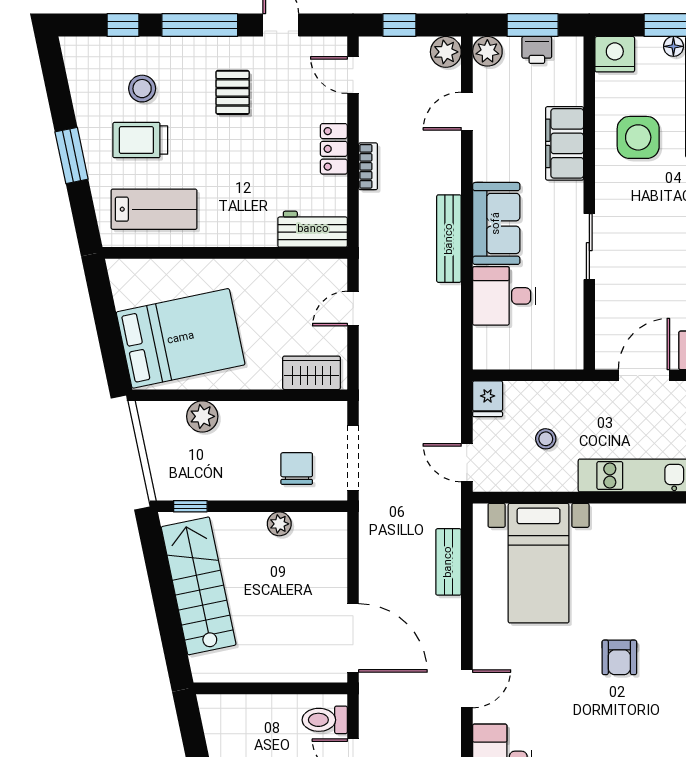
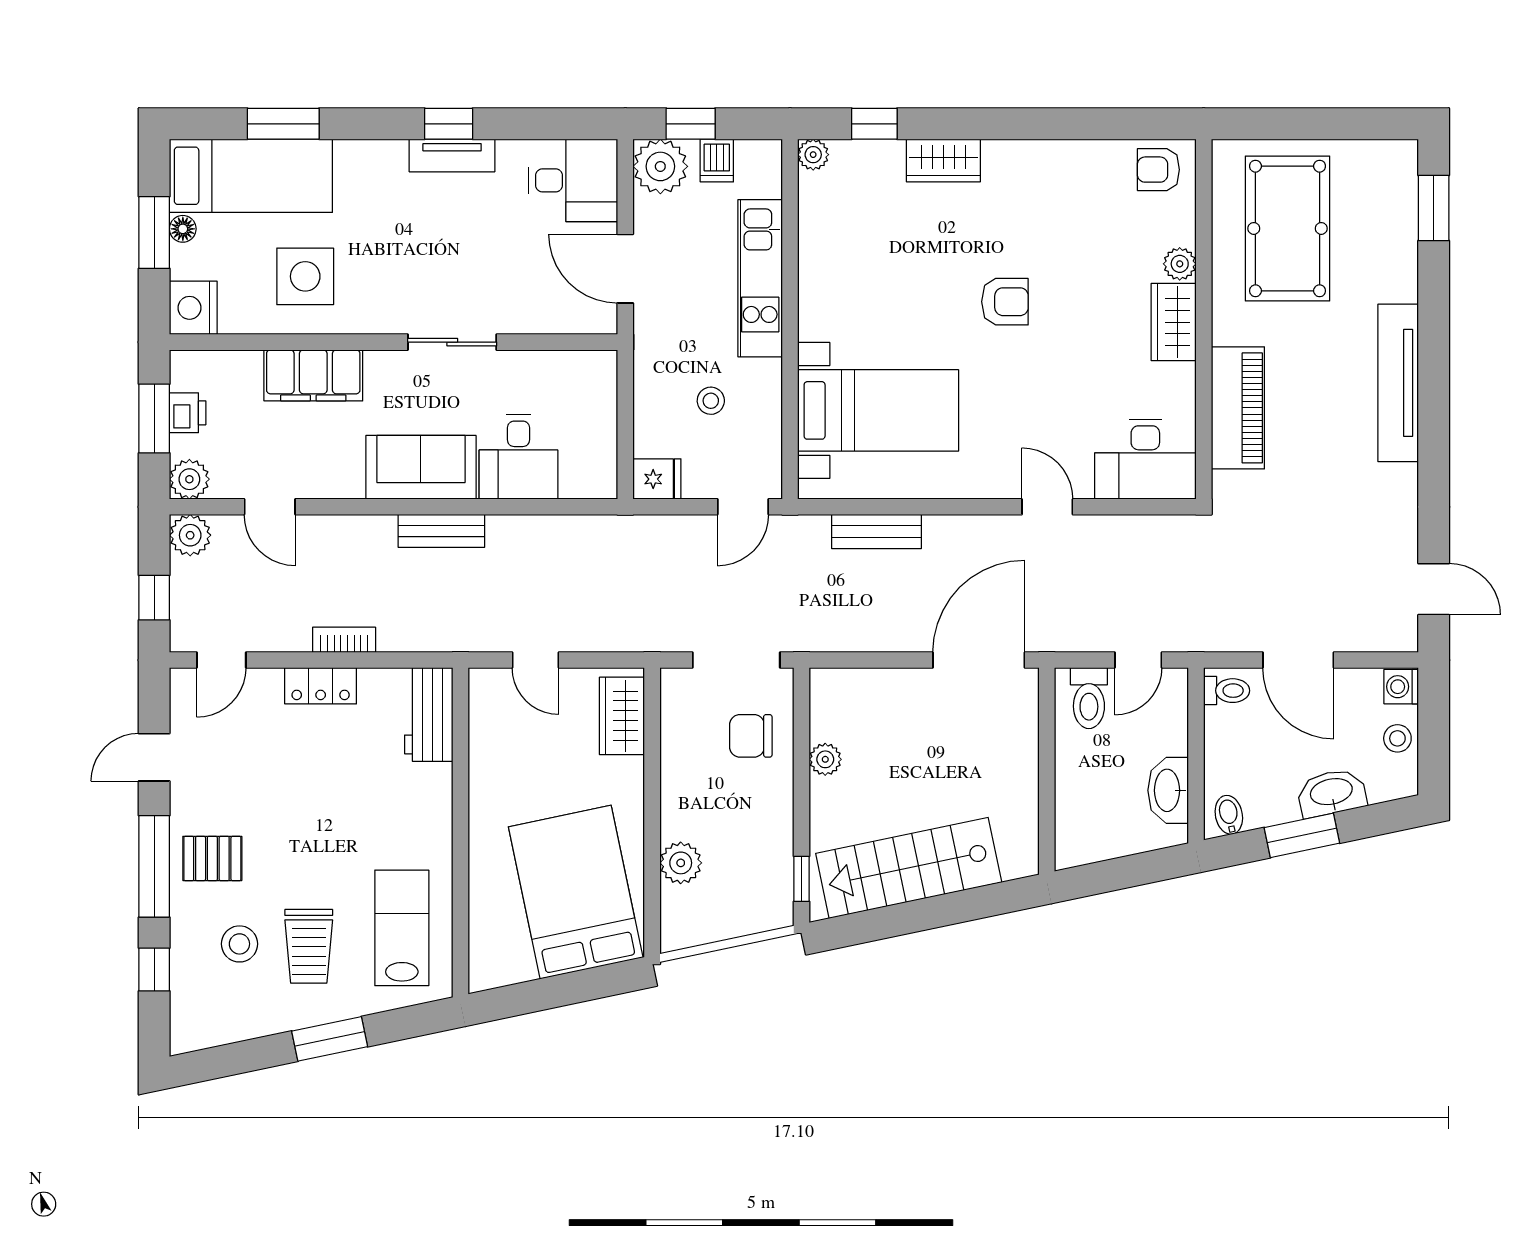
pallet: (233, 92) -> (212, 858), moved
bench: (449, 239) -> (441, 531), width x0.73

